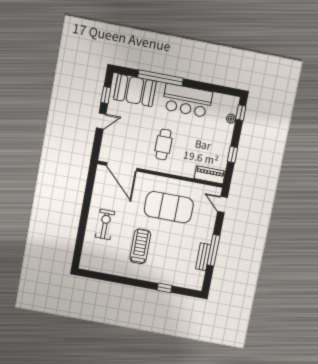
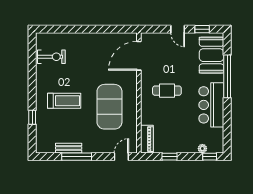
exercise bike: (105, 224) -> (51, 57), moved
treadmill: (140, 246) -> (64, 101), moved

